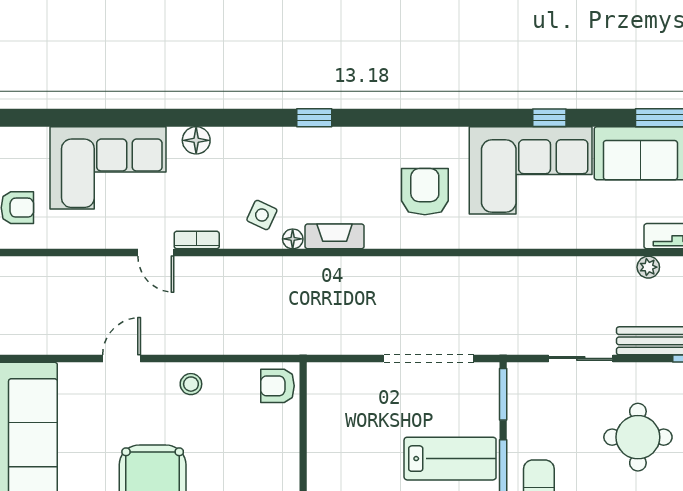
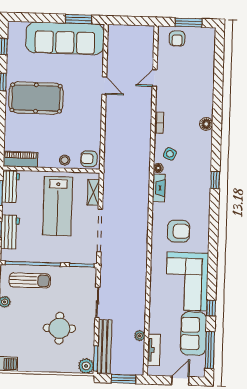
window: (549, 118) -> (211, 308), moved
corner sofa: (108, 168) -> (194, 82), removed
door: (156, 253) -> (155, 78), moved
shelving: (348, 374) -> (93, 192), added
stool: (191, 384) -> (65, 160), moved
armchair: (277, 386) -> (89, 159), turned -90
lab bench: (450, 459) -> (58, 206), moved, width x1.36, depth x1.39

